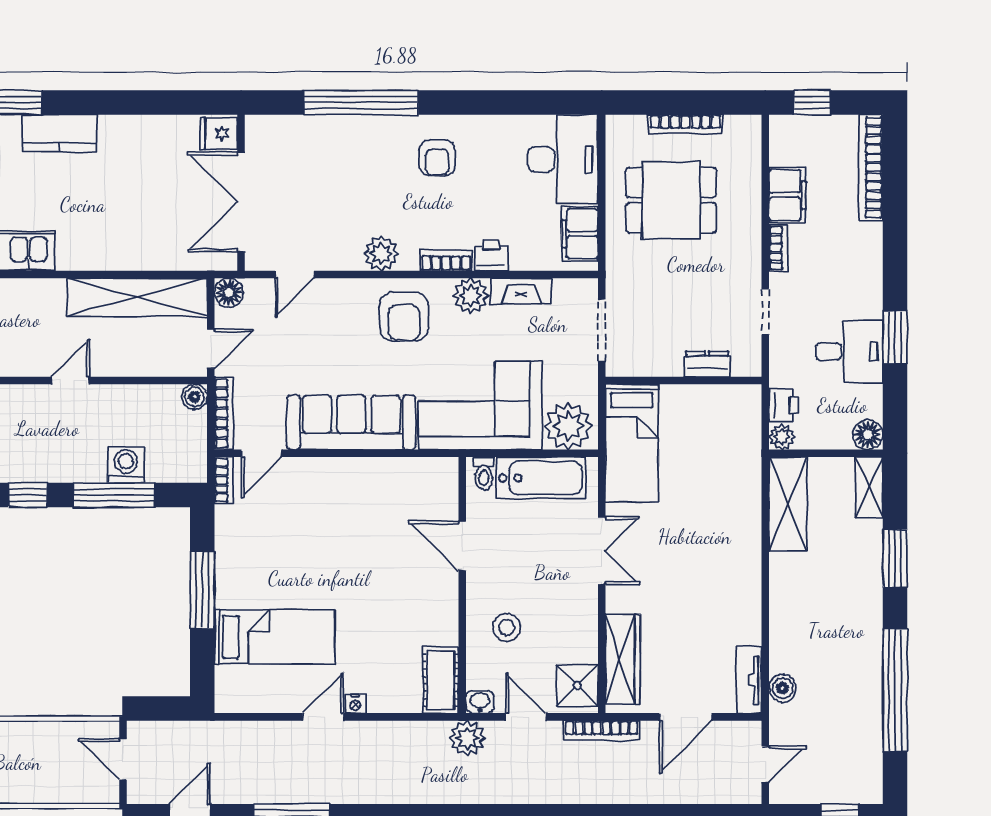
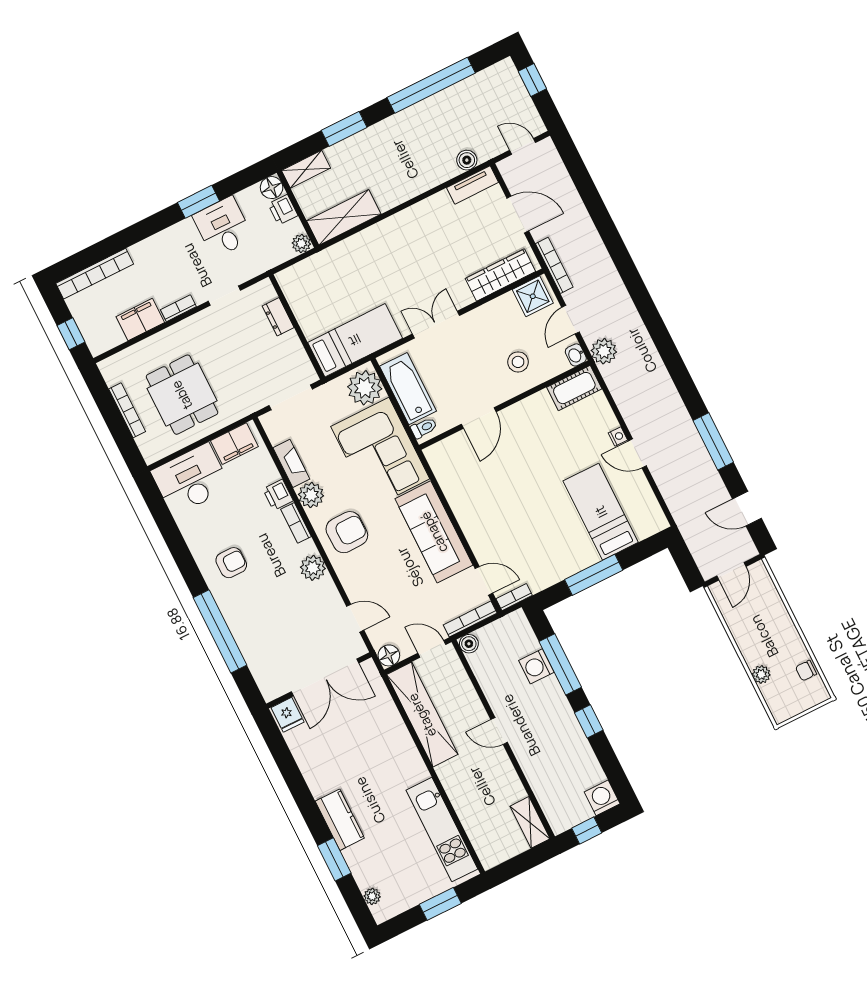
printer: (784, 405) -> (283, 210), moved, turned -90

